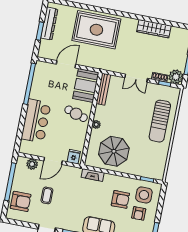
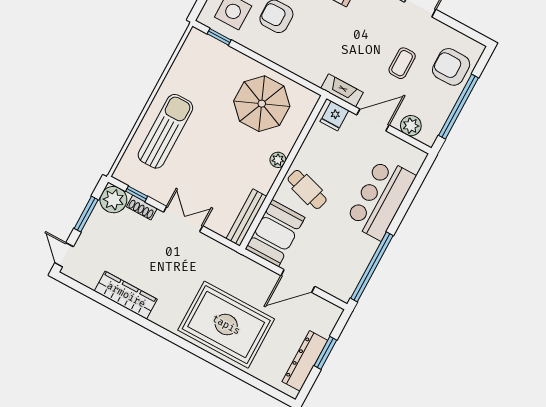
fireplace: (93, 175) -> (342, 90), moved

